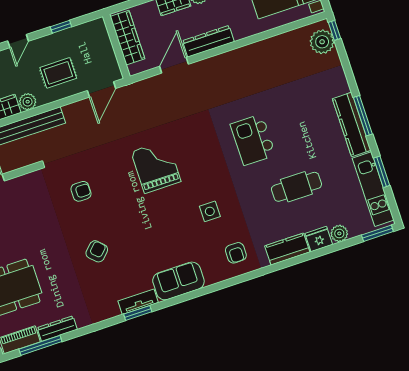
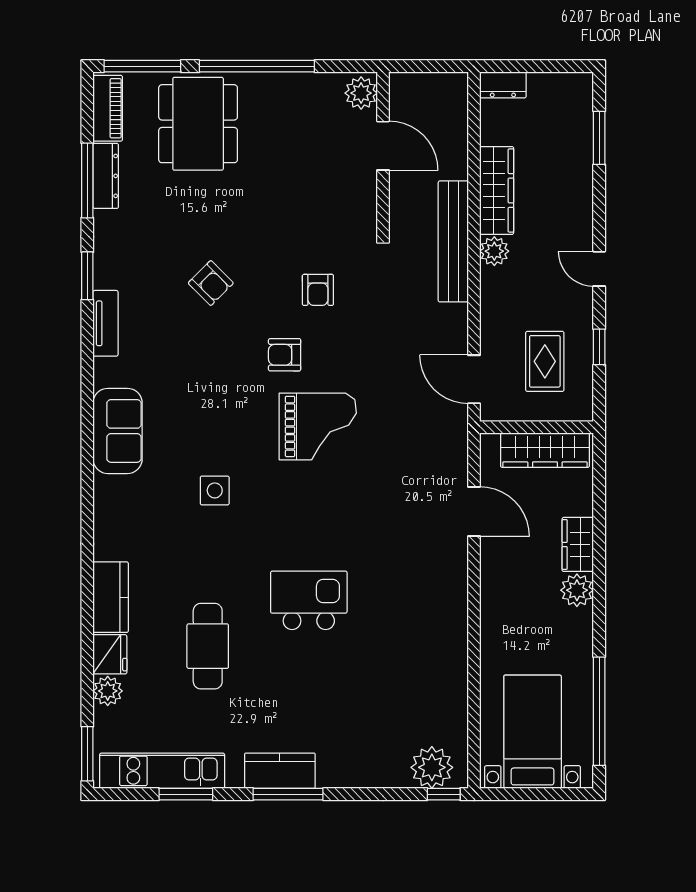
dresser: (208, 41) -> (495, 581), removed
rug: (58, 73) -> (545, 361), moved
kitchen counter: (352, 125) -> (280, 771), width x0.67
armchair: (236, 253) -> (285, 355), moved
sofa: (178, 281) -> (118, 431), moved
window: (138, 313) -> (87, 276), moved
window: (40, 345) -> (87, 180), moved

